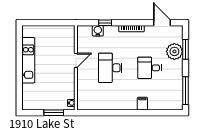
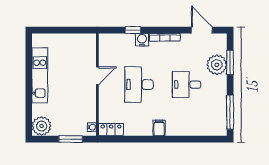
water cooler: (98, 31) -> (142, 40), moved
plant: (30, 102) -> (42, 126), added
filing cabinet: (142, 104) -> (159, 128), moved
locker: (87, 105) -> (111, 130), added

